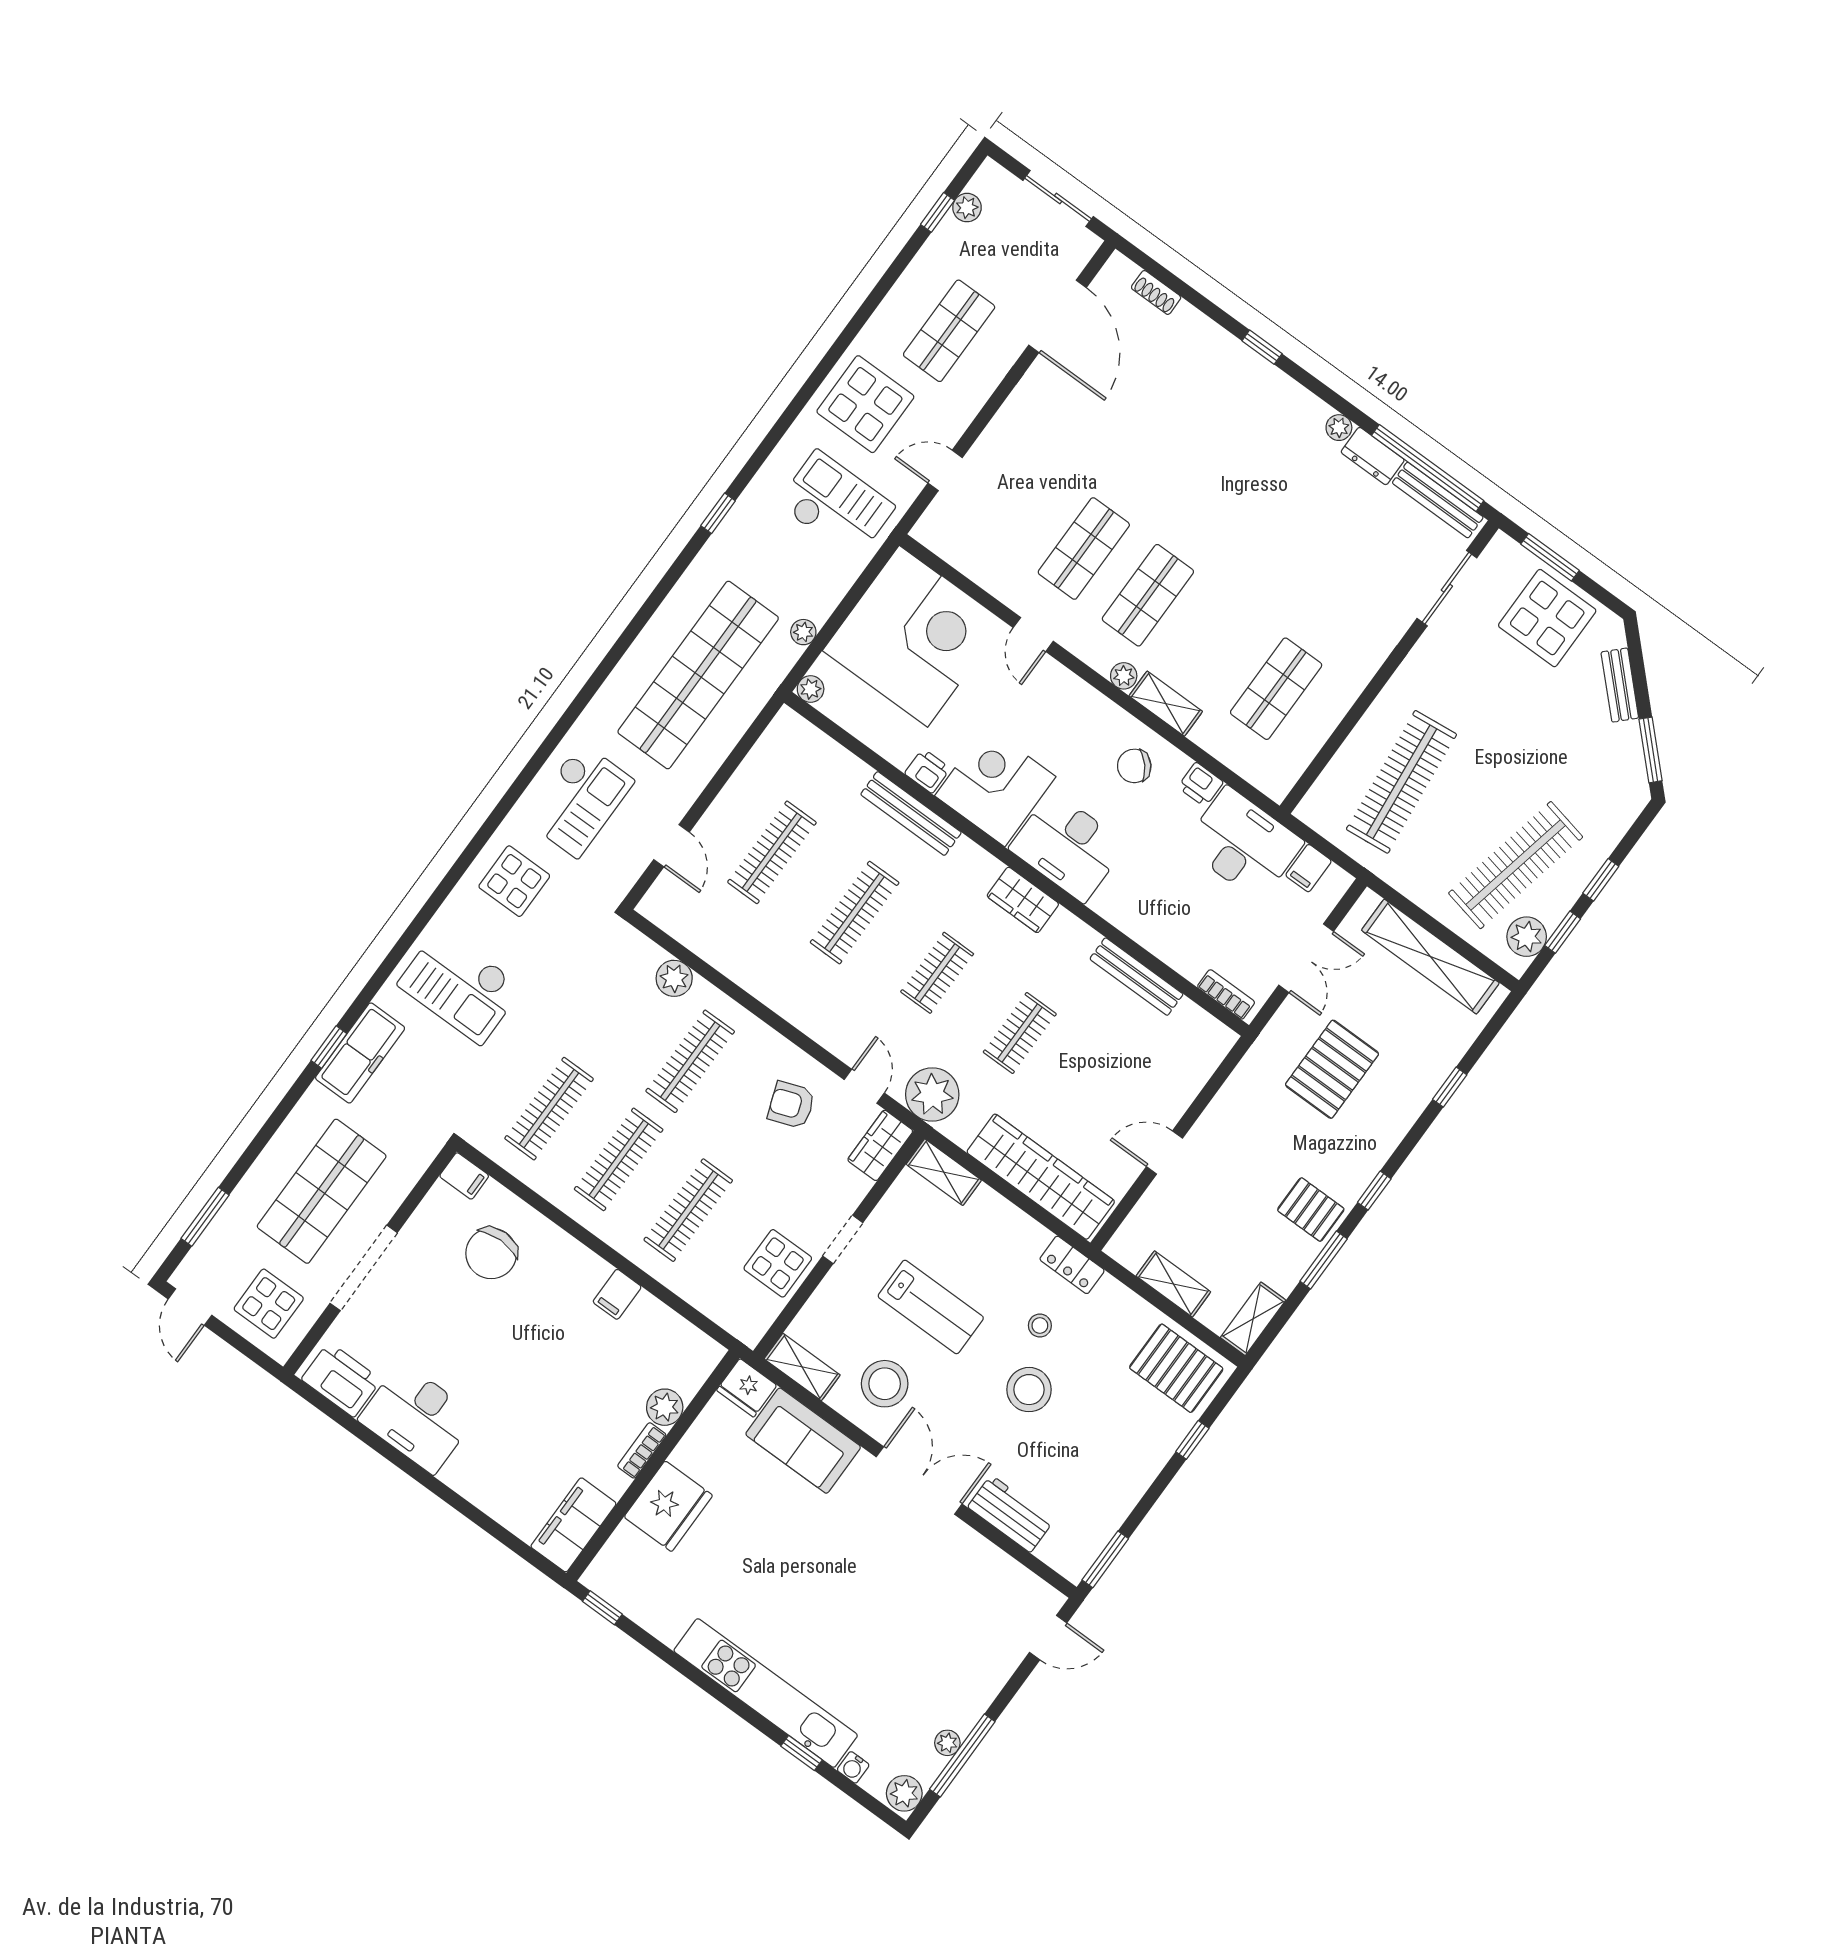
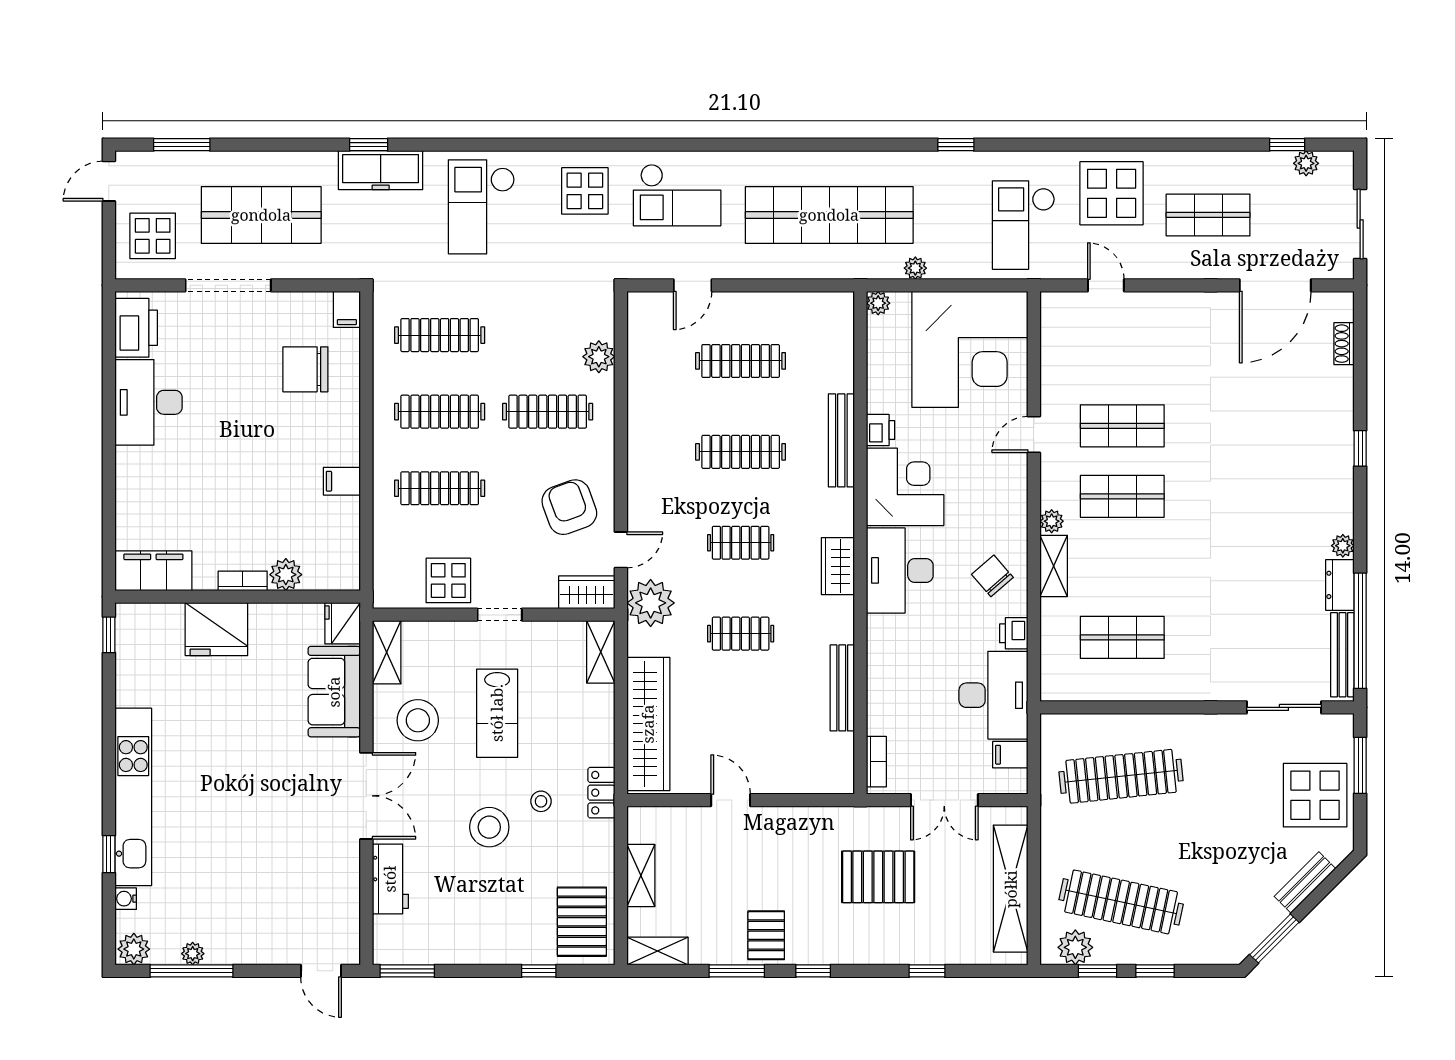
checkout: (836, 505) -> (1024, 225), turned 180
armchair: (791, 1105) -> (569, 507), width x1.38, depth x1.38

